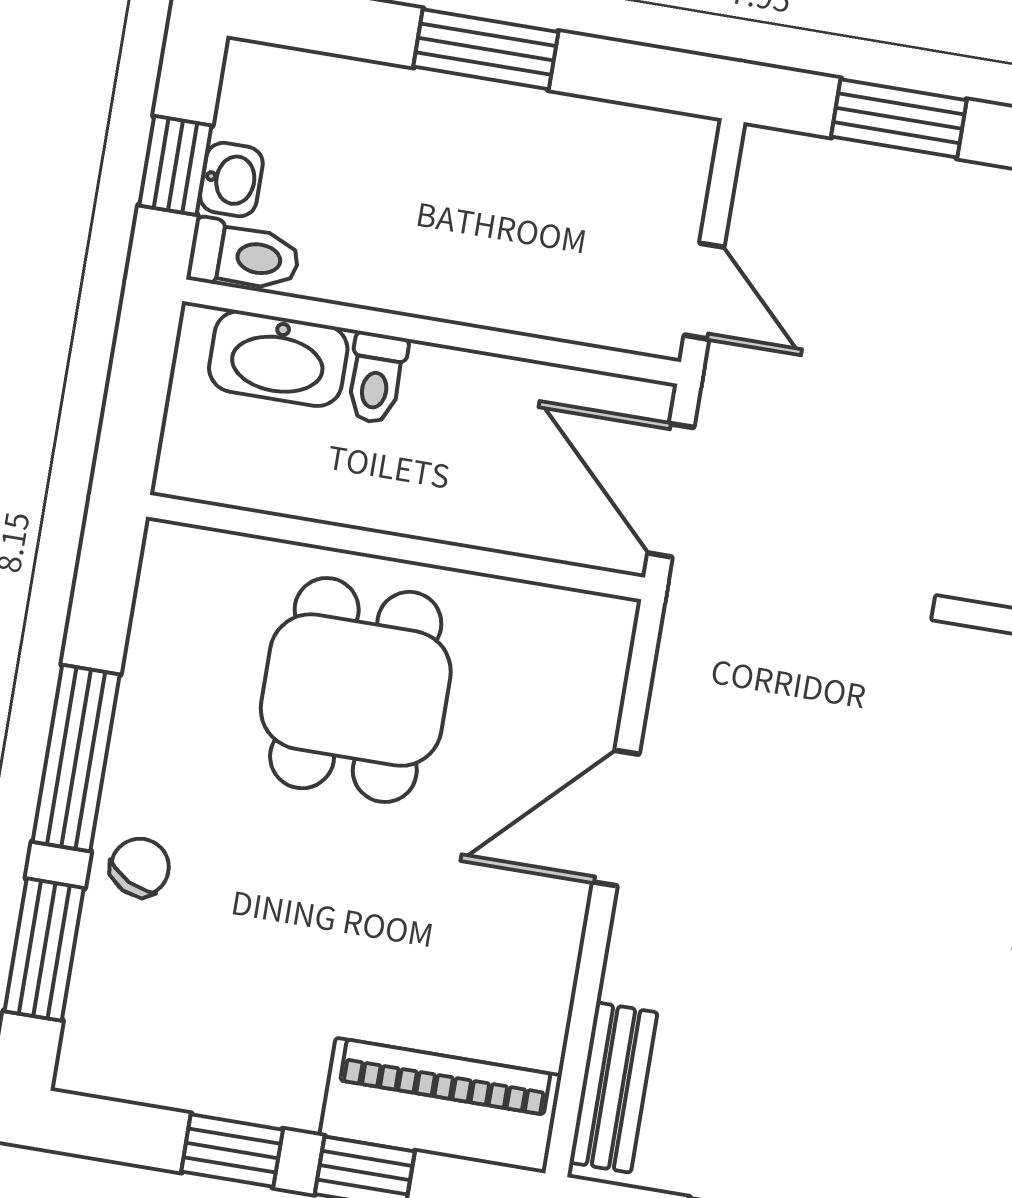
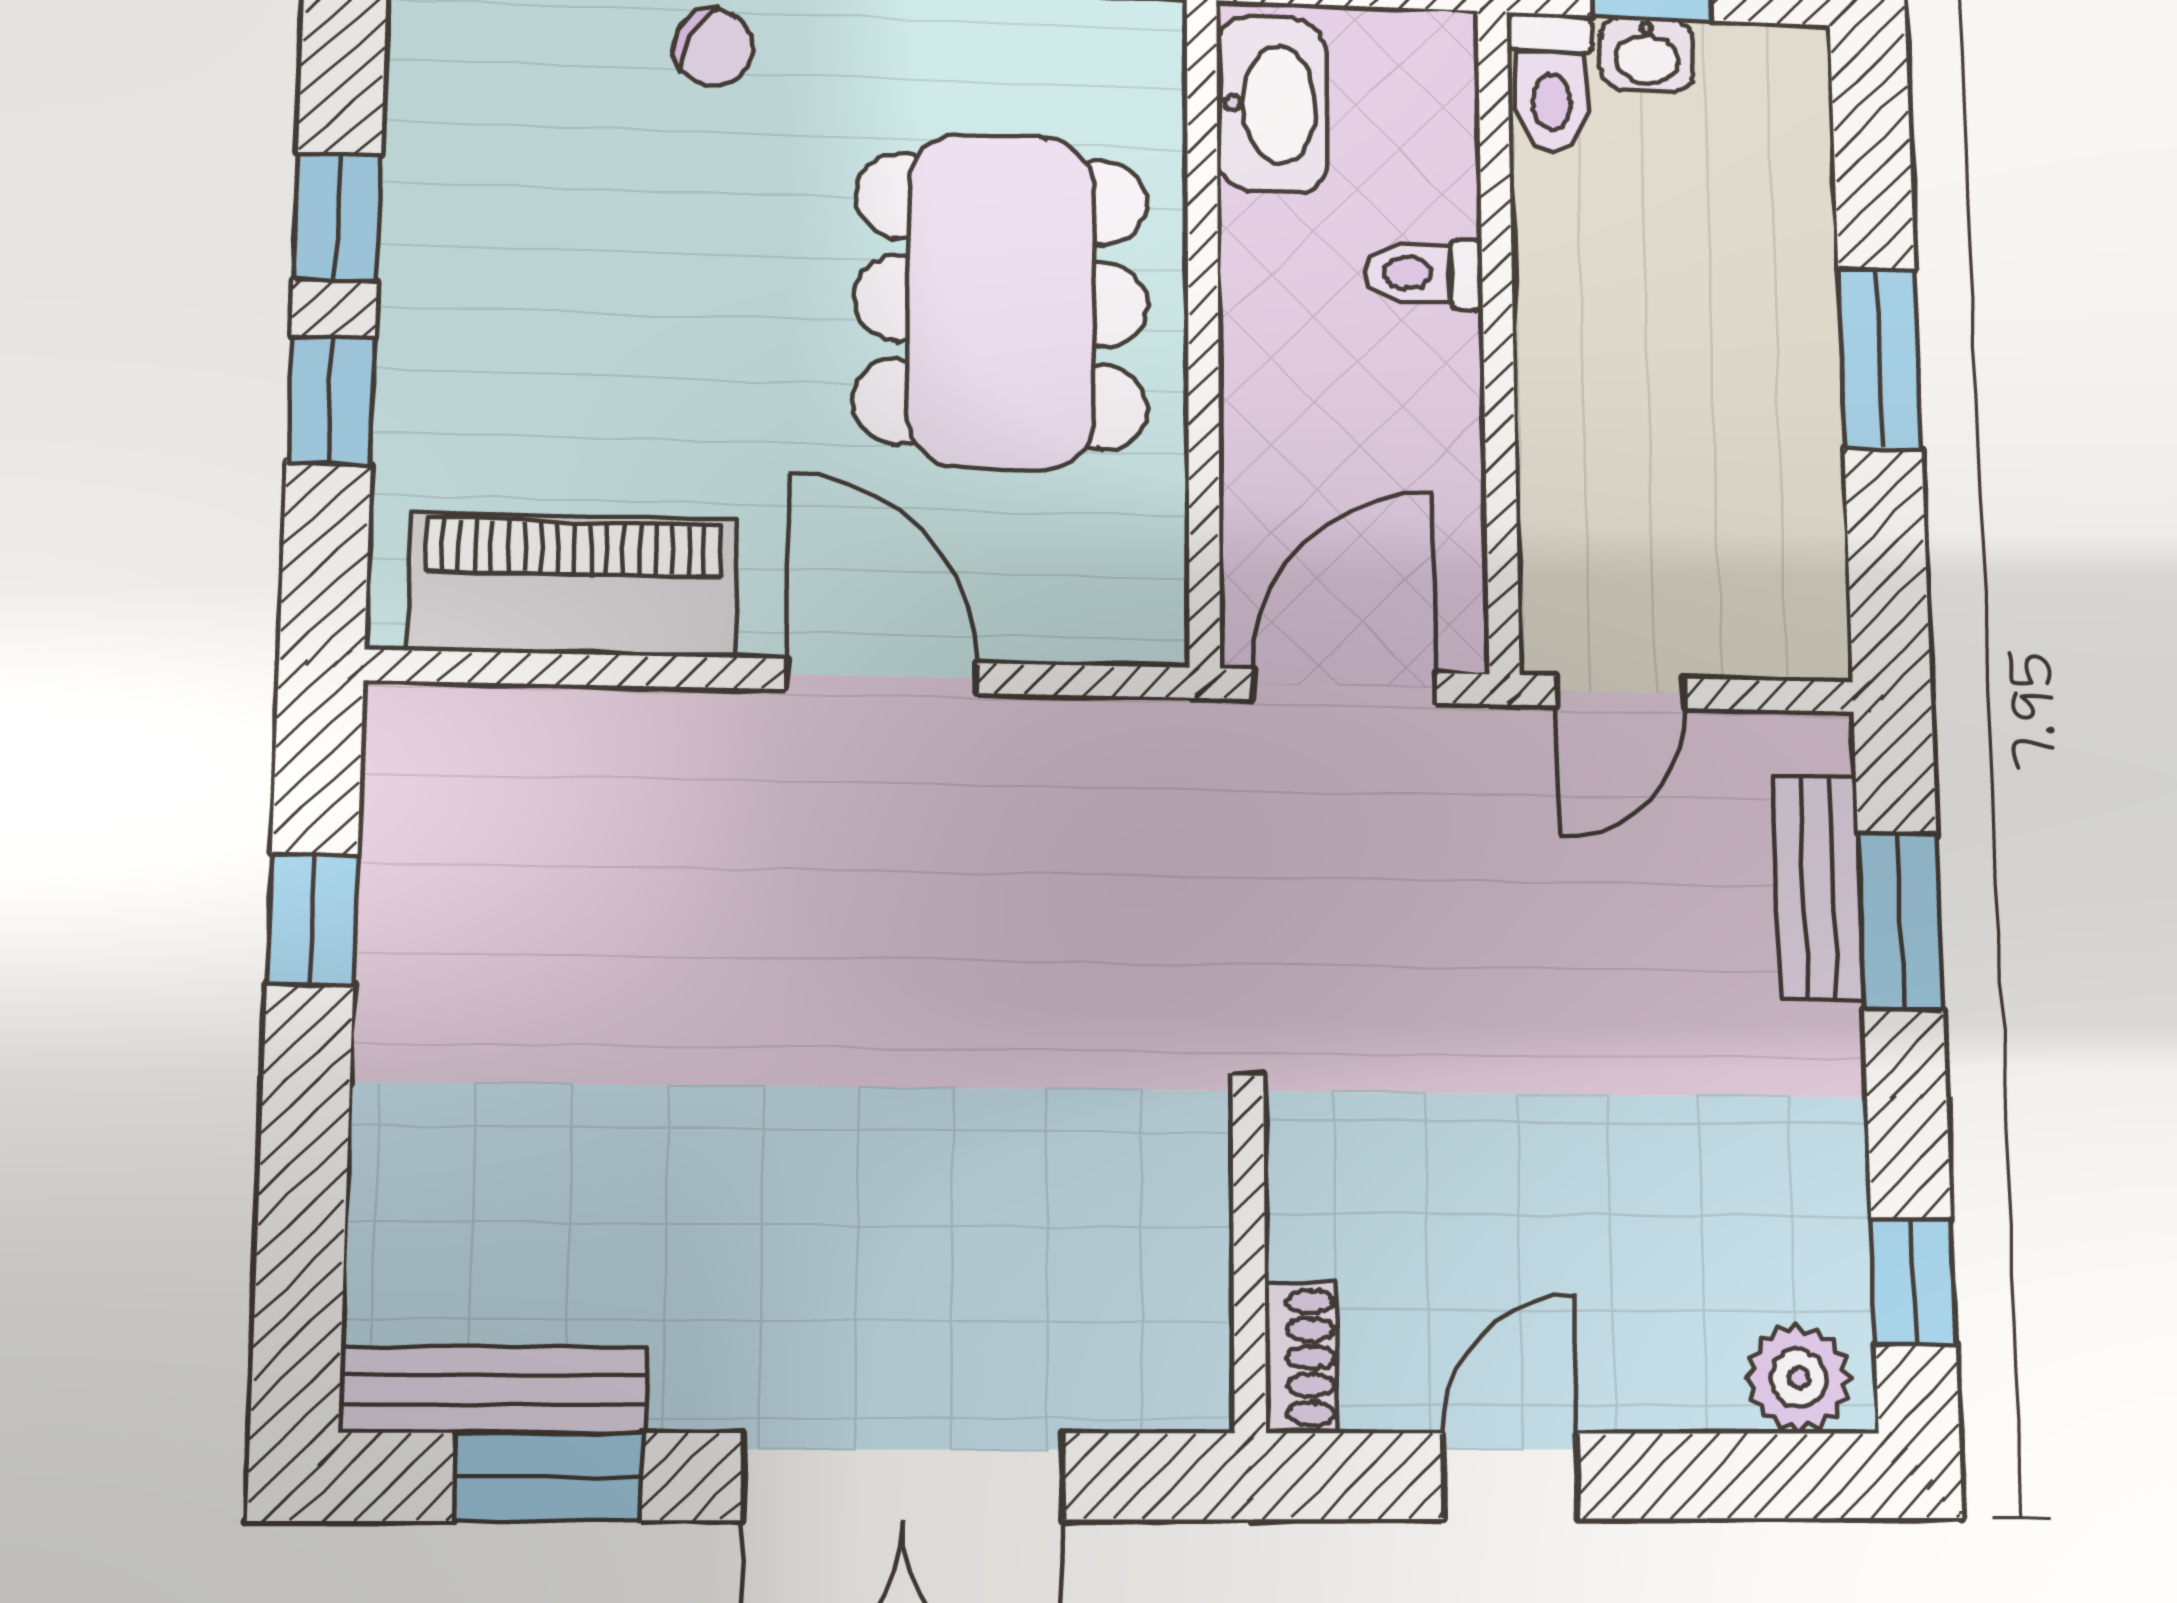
washbasin: (278, 359) -> (1272, 105), moved, turned 180
dining table: (356, 690) -> (1001, 301), width x1.38
bench: (613, 1088) -> (1818, 887), moved, turned 90
piano: (441, 1105) -> (573, 585), moved, turned -90

